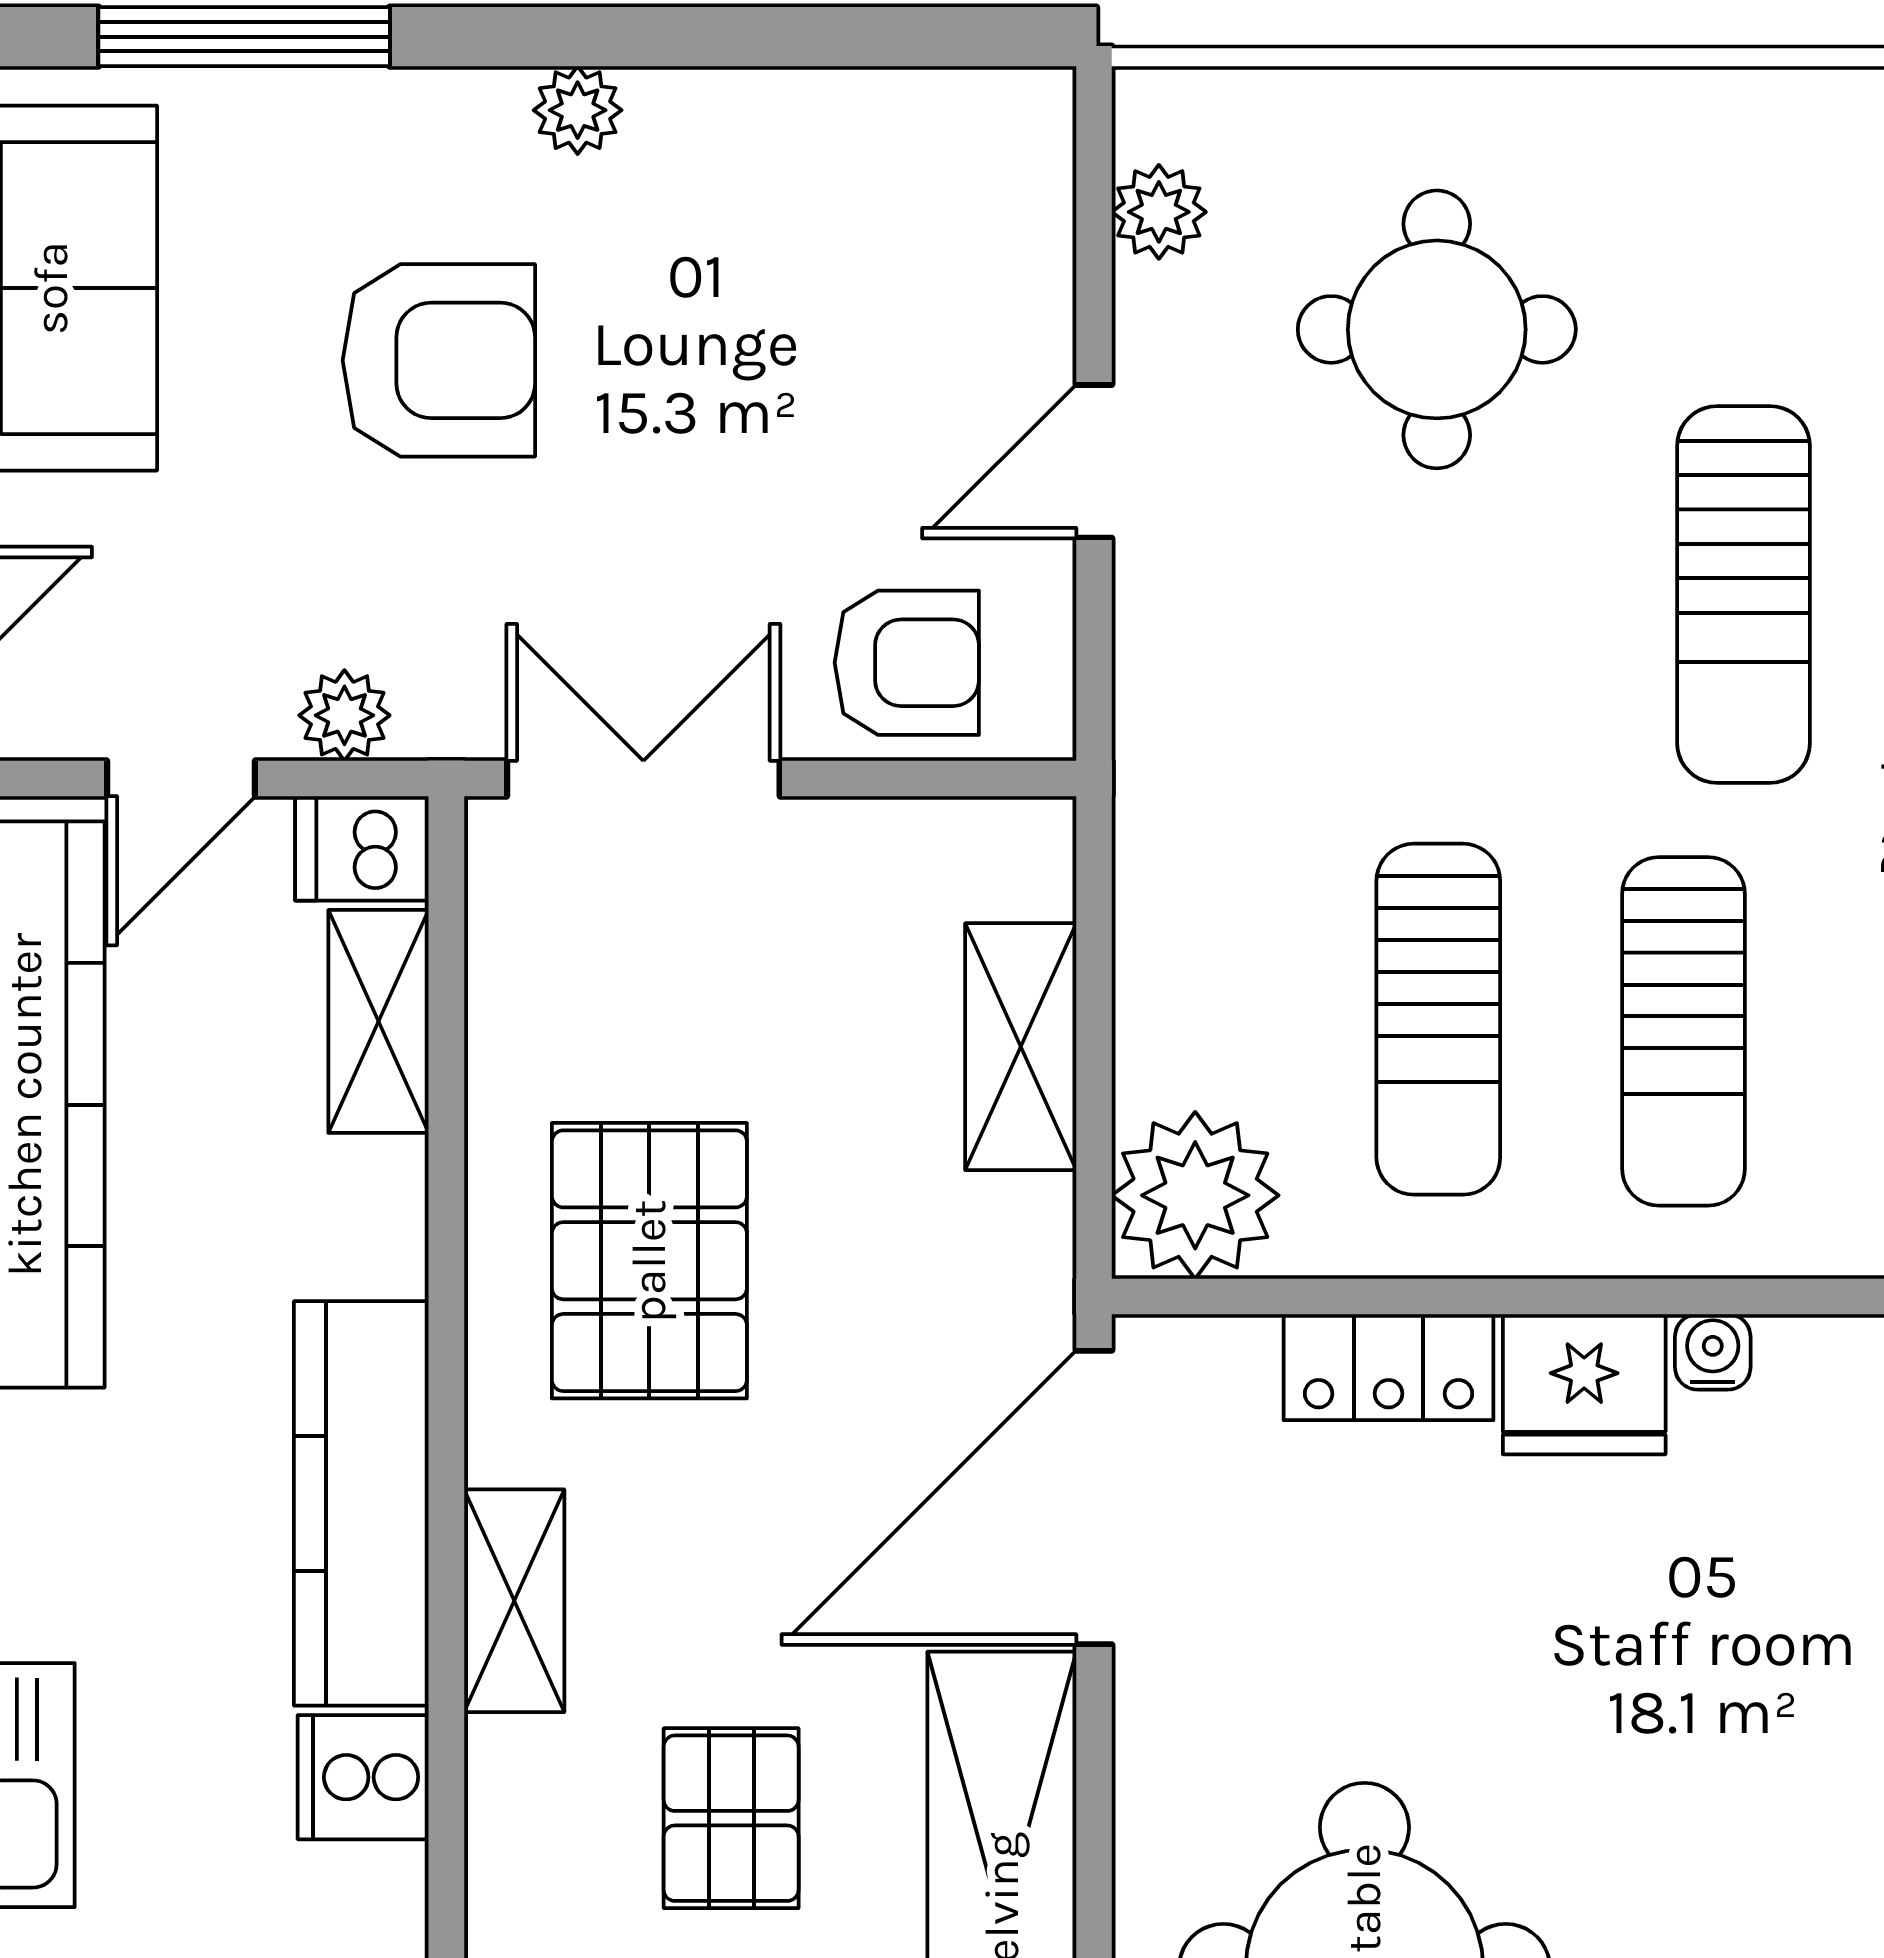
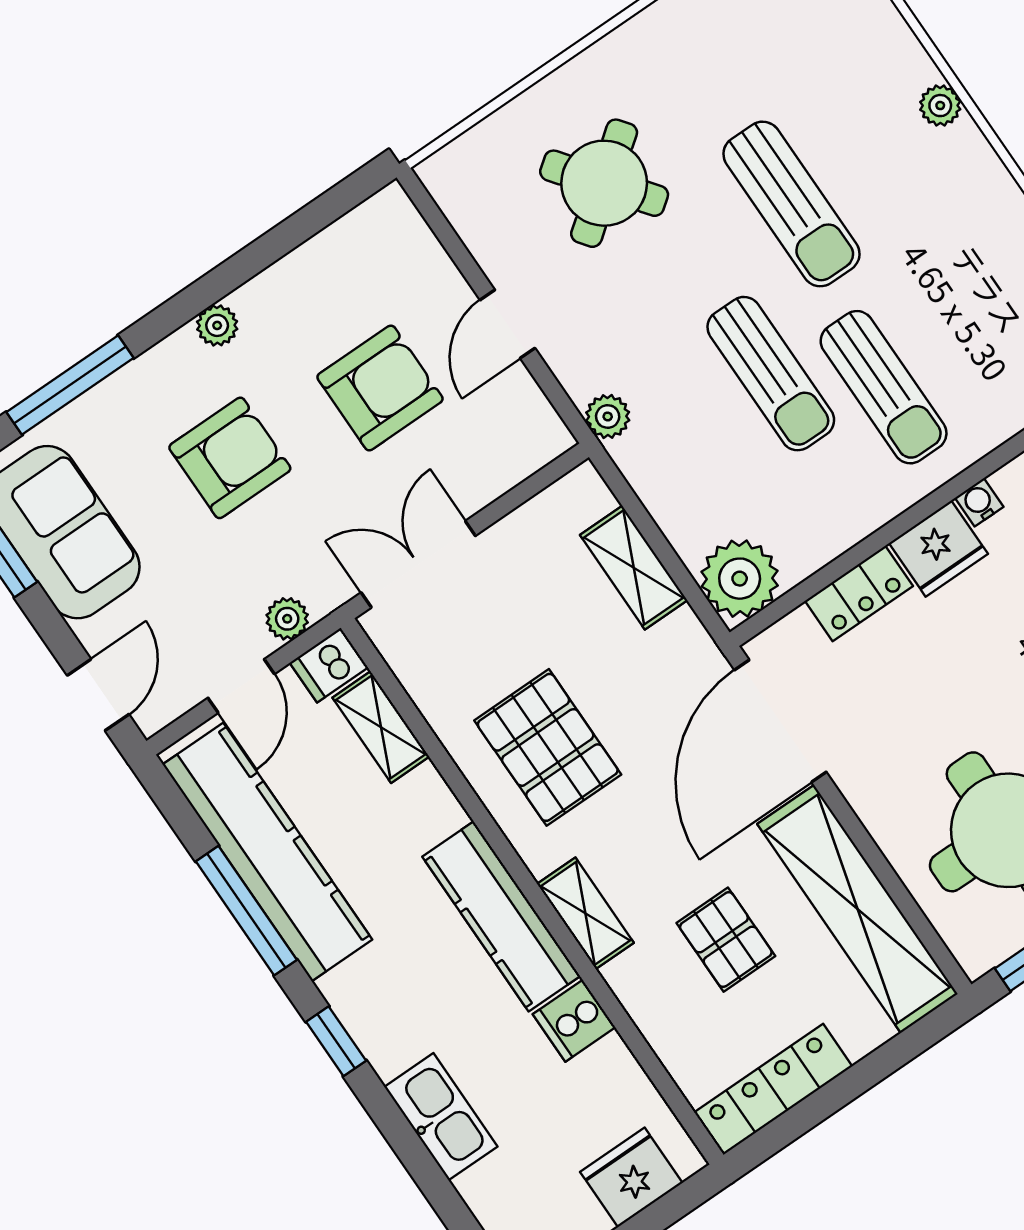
plant: (1159, 212) -> (608, 416), moved
round table: (1437, 329) -> (604, 183), turned -37
armchair: (907, 663) -> (380, 388), moved, width x1.38, depth x1.38
sun lounger: (1438, 1019) -> (771, 374), moved

